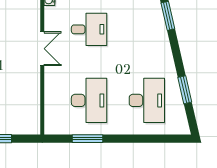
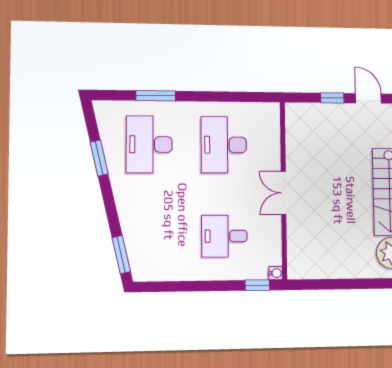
double door: (42, 49) -> (284, 193), moved
window: (87, 139) -> (156, 96), moved

